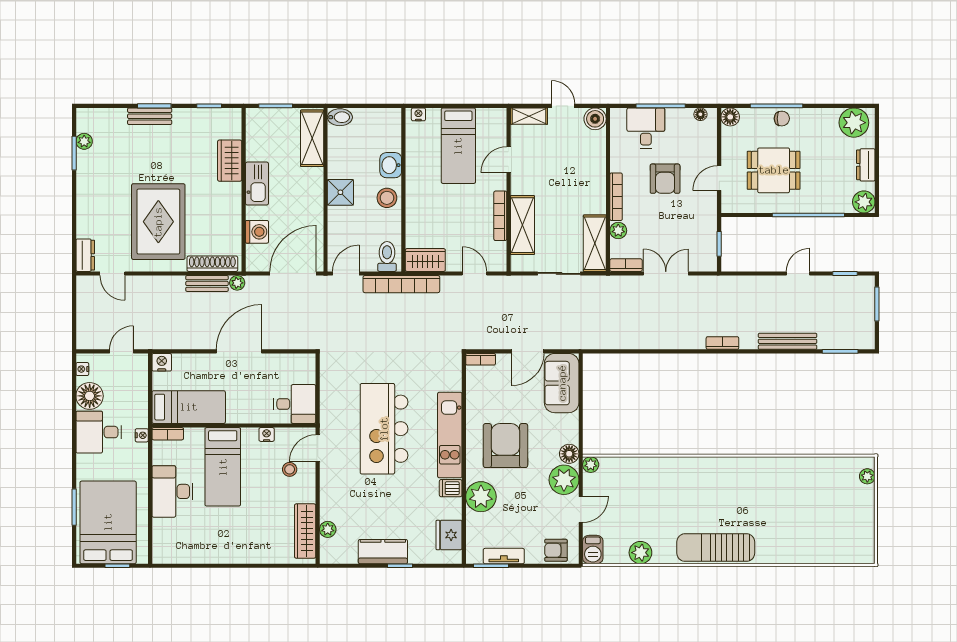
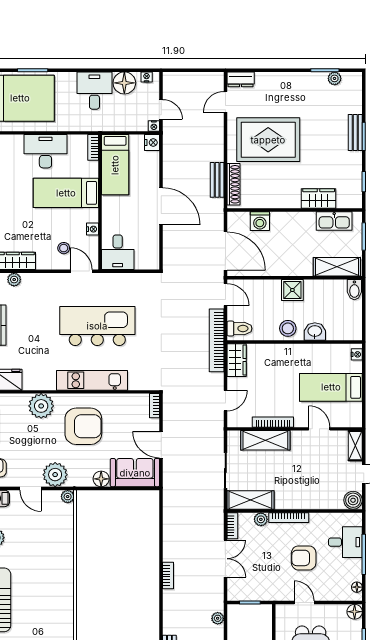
kitchen sink: (257, 184) -> (334, 221), moved
plant: (237, 283) -> (218, 618), moved
bookcase: (722, 343) -> (168, 576), moved
nightstand: (142, 435) -> (154, 126), moved
floor lamp: (569, 454) -> (101, 479), moved
dishwasher: (451, 488) -> (48, 381), removed

